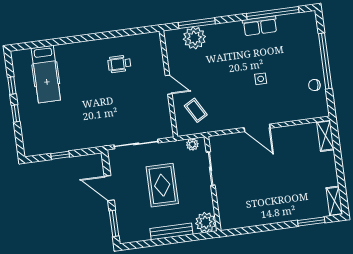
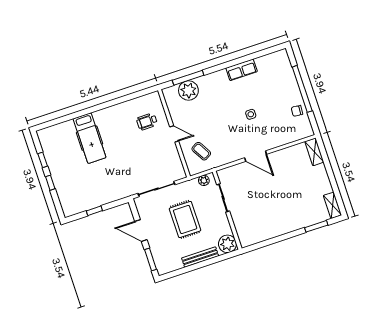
window: (273, 13) -> (250, 57), removed
wheelchair: (119, 64) -> (147, 121), moved
hospital bed: (46, 74) -> (89, 138), moved

